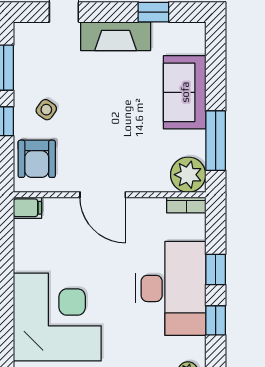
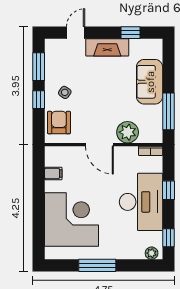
armchair: (37, 159) -> (59, 123), turned 180
plant: (188, 175) -> (128, 132), moved
filing cabinet: (27, 208) -> (53, 173), moved
window: (216, 320) -> (168, 238), moved

